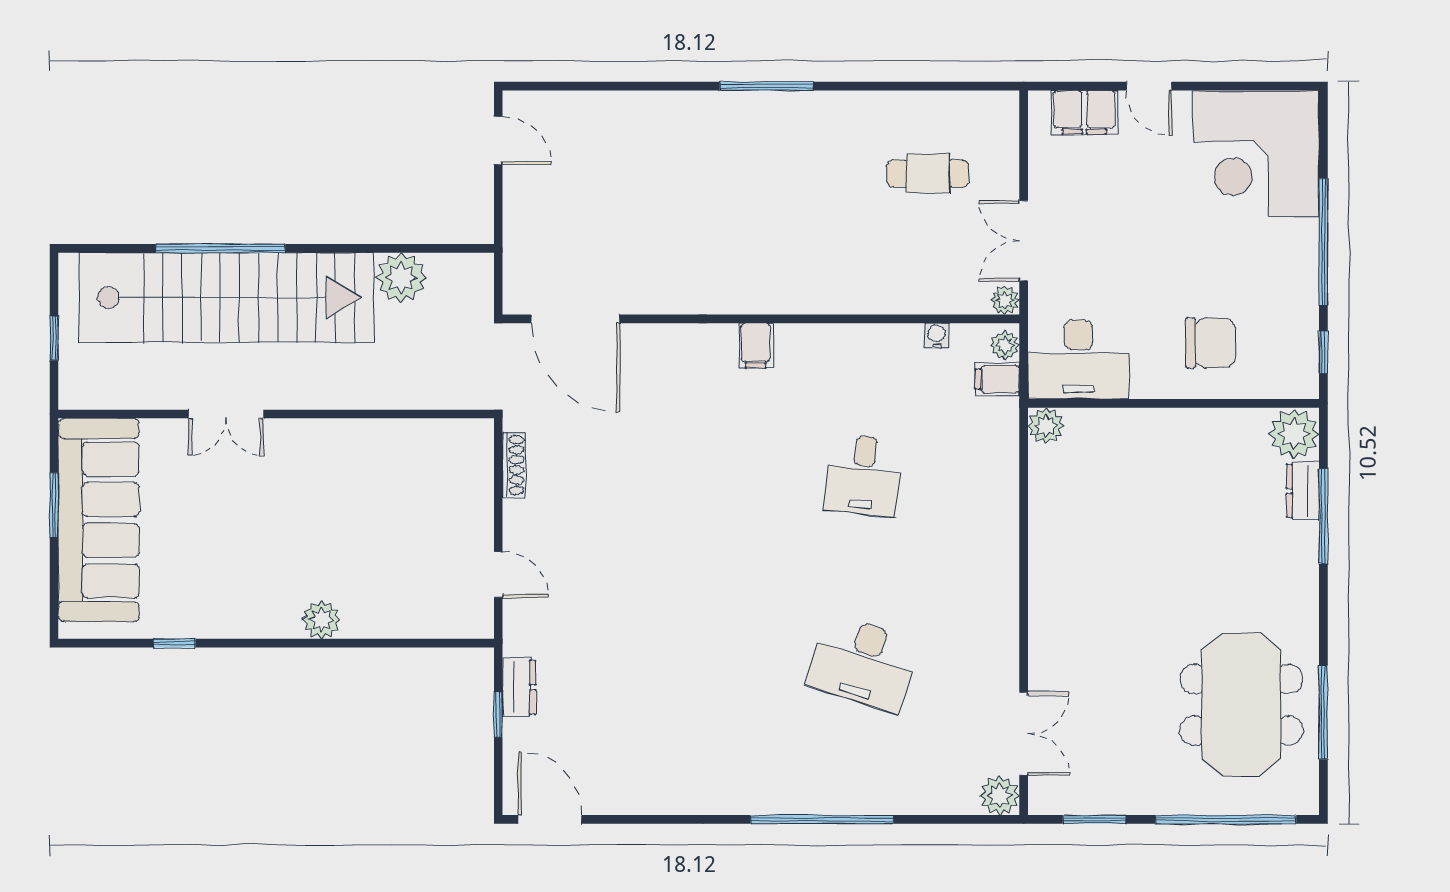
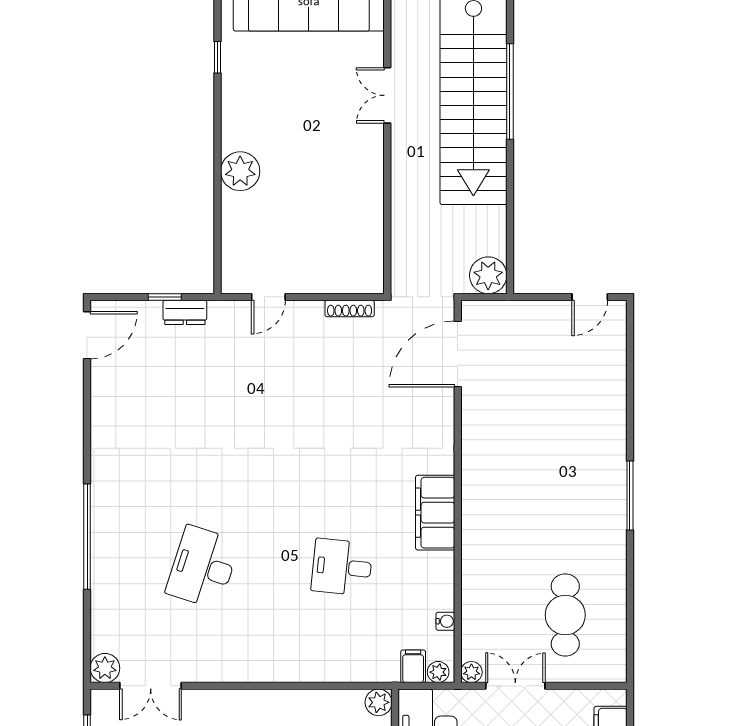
cafe table: (928, 174) -> (565, 615), width x1.37, depth x1.35
plant: (401, 278) -> (488, 275), moved
filing cabinet: (756, 346) -> (435, 513), width x3.00, depth x1.17
plant: (321, 620) -> (240, 171), width x1.36, depth x1.36

